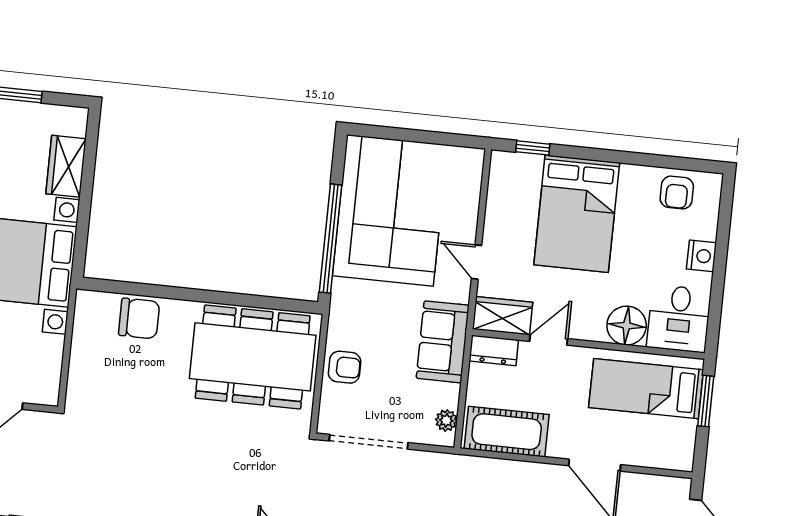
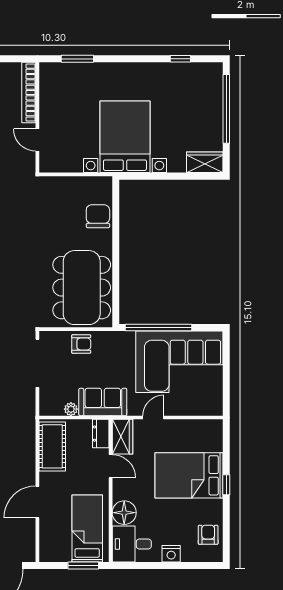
window: (533, 148) -> (226, 485), moved
wardrobe: (66, 166) -> (205, 162), moved
armchair: (677, 192) -> (208, 535), turned 90
chair: (139, 318) -> (98, 216), turned 180
armchair: (345, 367) -> (81, 344), turned -90
plant: (446, 420) -> (71, 409), moved

